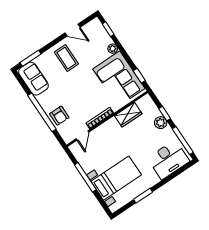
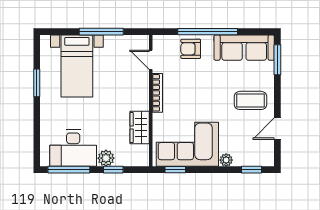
sofa: (33, 79) -> (244, 48), width x1.36
desk: (168, 160) -> (73, 148), moved, turned -90

